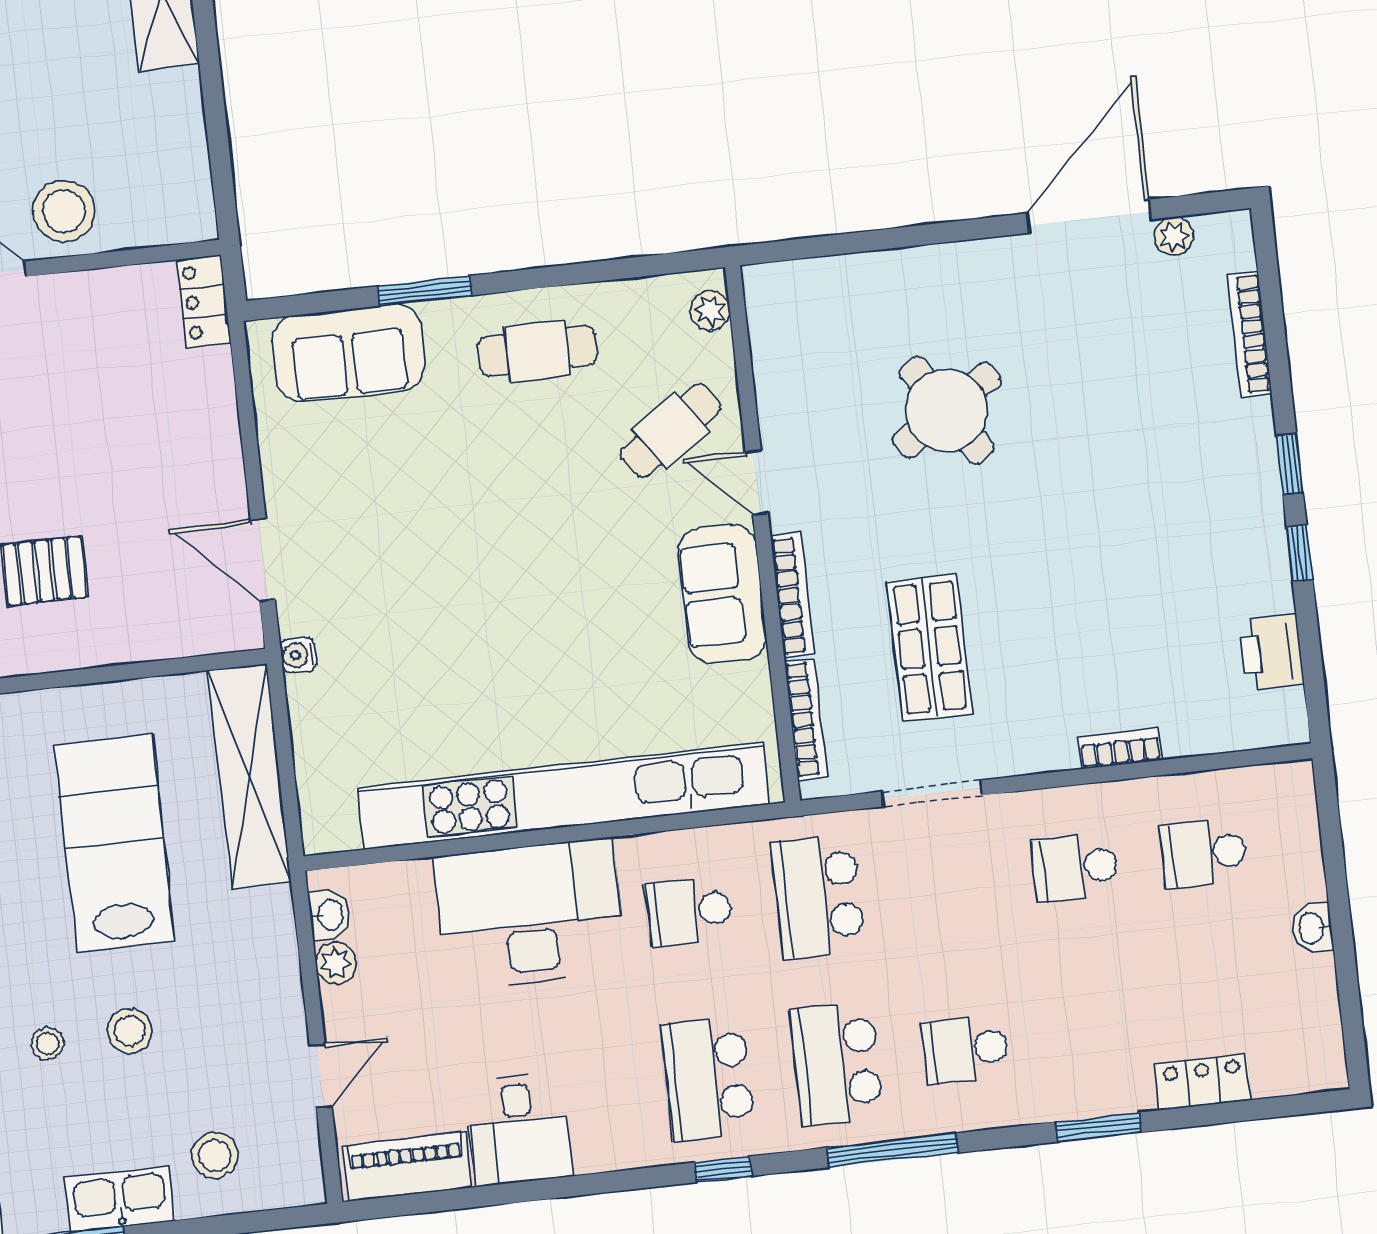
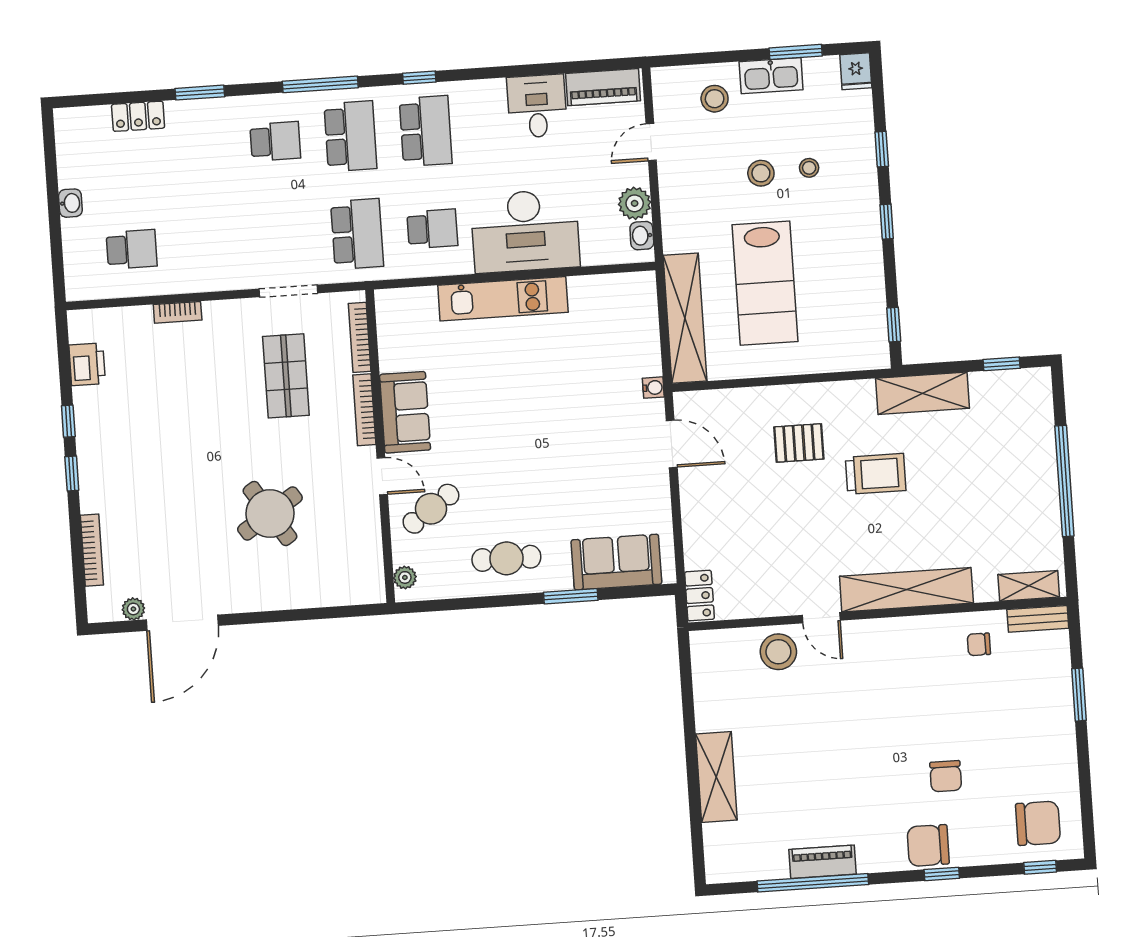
kitchen unit: (563, 796) -> (503, 299), width x0.54
school desk: (1075, 868) -> (207, 244), removed
plant: (336, 963) -> (635, 203), width x1.38, depth x1.38

